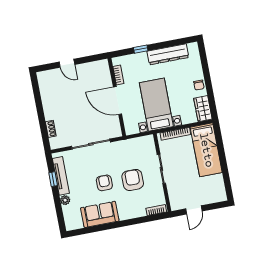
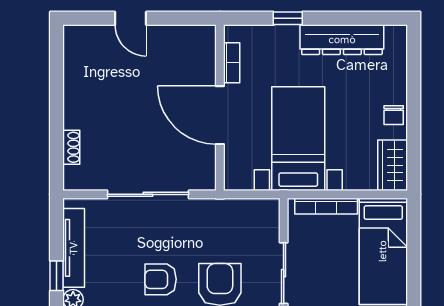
window: (53, 179) -> (57, 276), moved
armchair: (104, 183) -> (161, 279), turned -90

